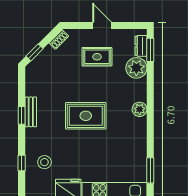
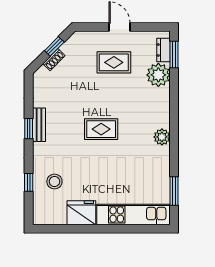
shoe rack: (59, 40) -> (54, 60), moved
window: (34, 52) -> (54, 46), moved
plant: (140, 109) -> (162, 137), moved
rug: (86, 116) -> (101, 129), width x0.73, depth x0.70

